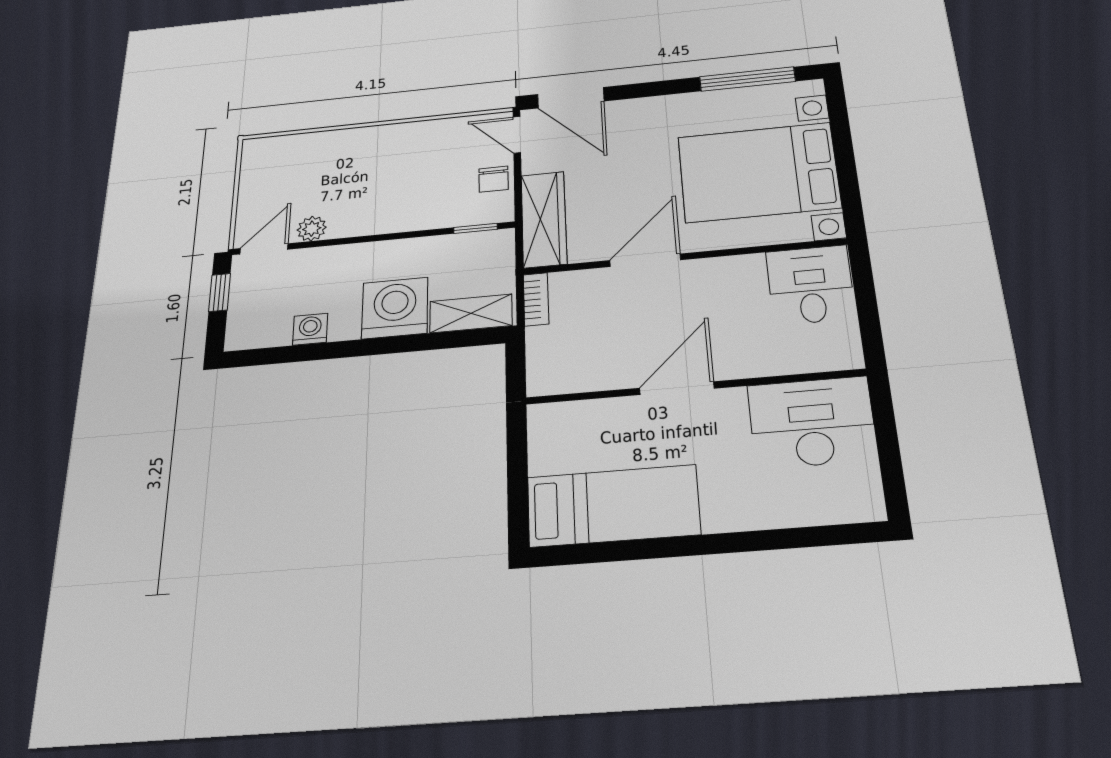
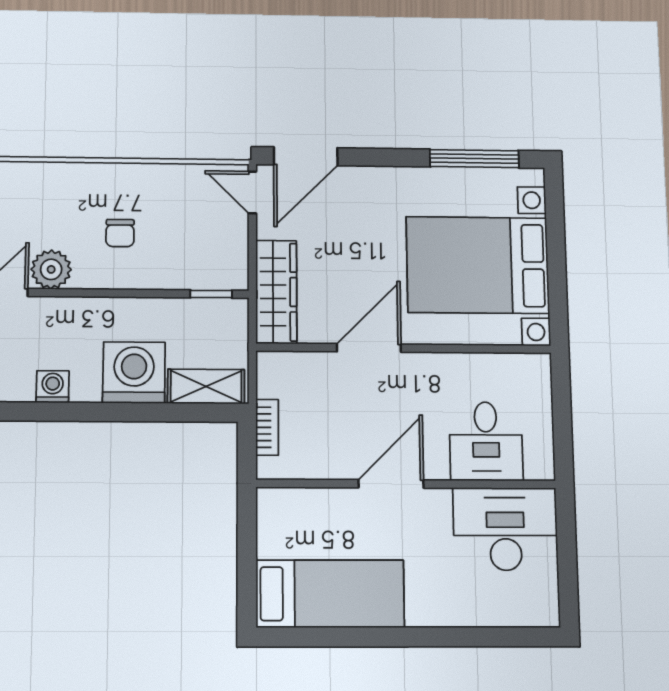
door: (571, 98) -> (306, 156), hinge flipped
chair: (494, 179) -> (120, 233), moved
plant: (312, 229) -> (51, 269), width x1.38, depth x1.38
desk: (810, 285) -> (486, 441), moved, turned 180
bookcase: (536, 299) -> (267, 427), moved

